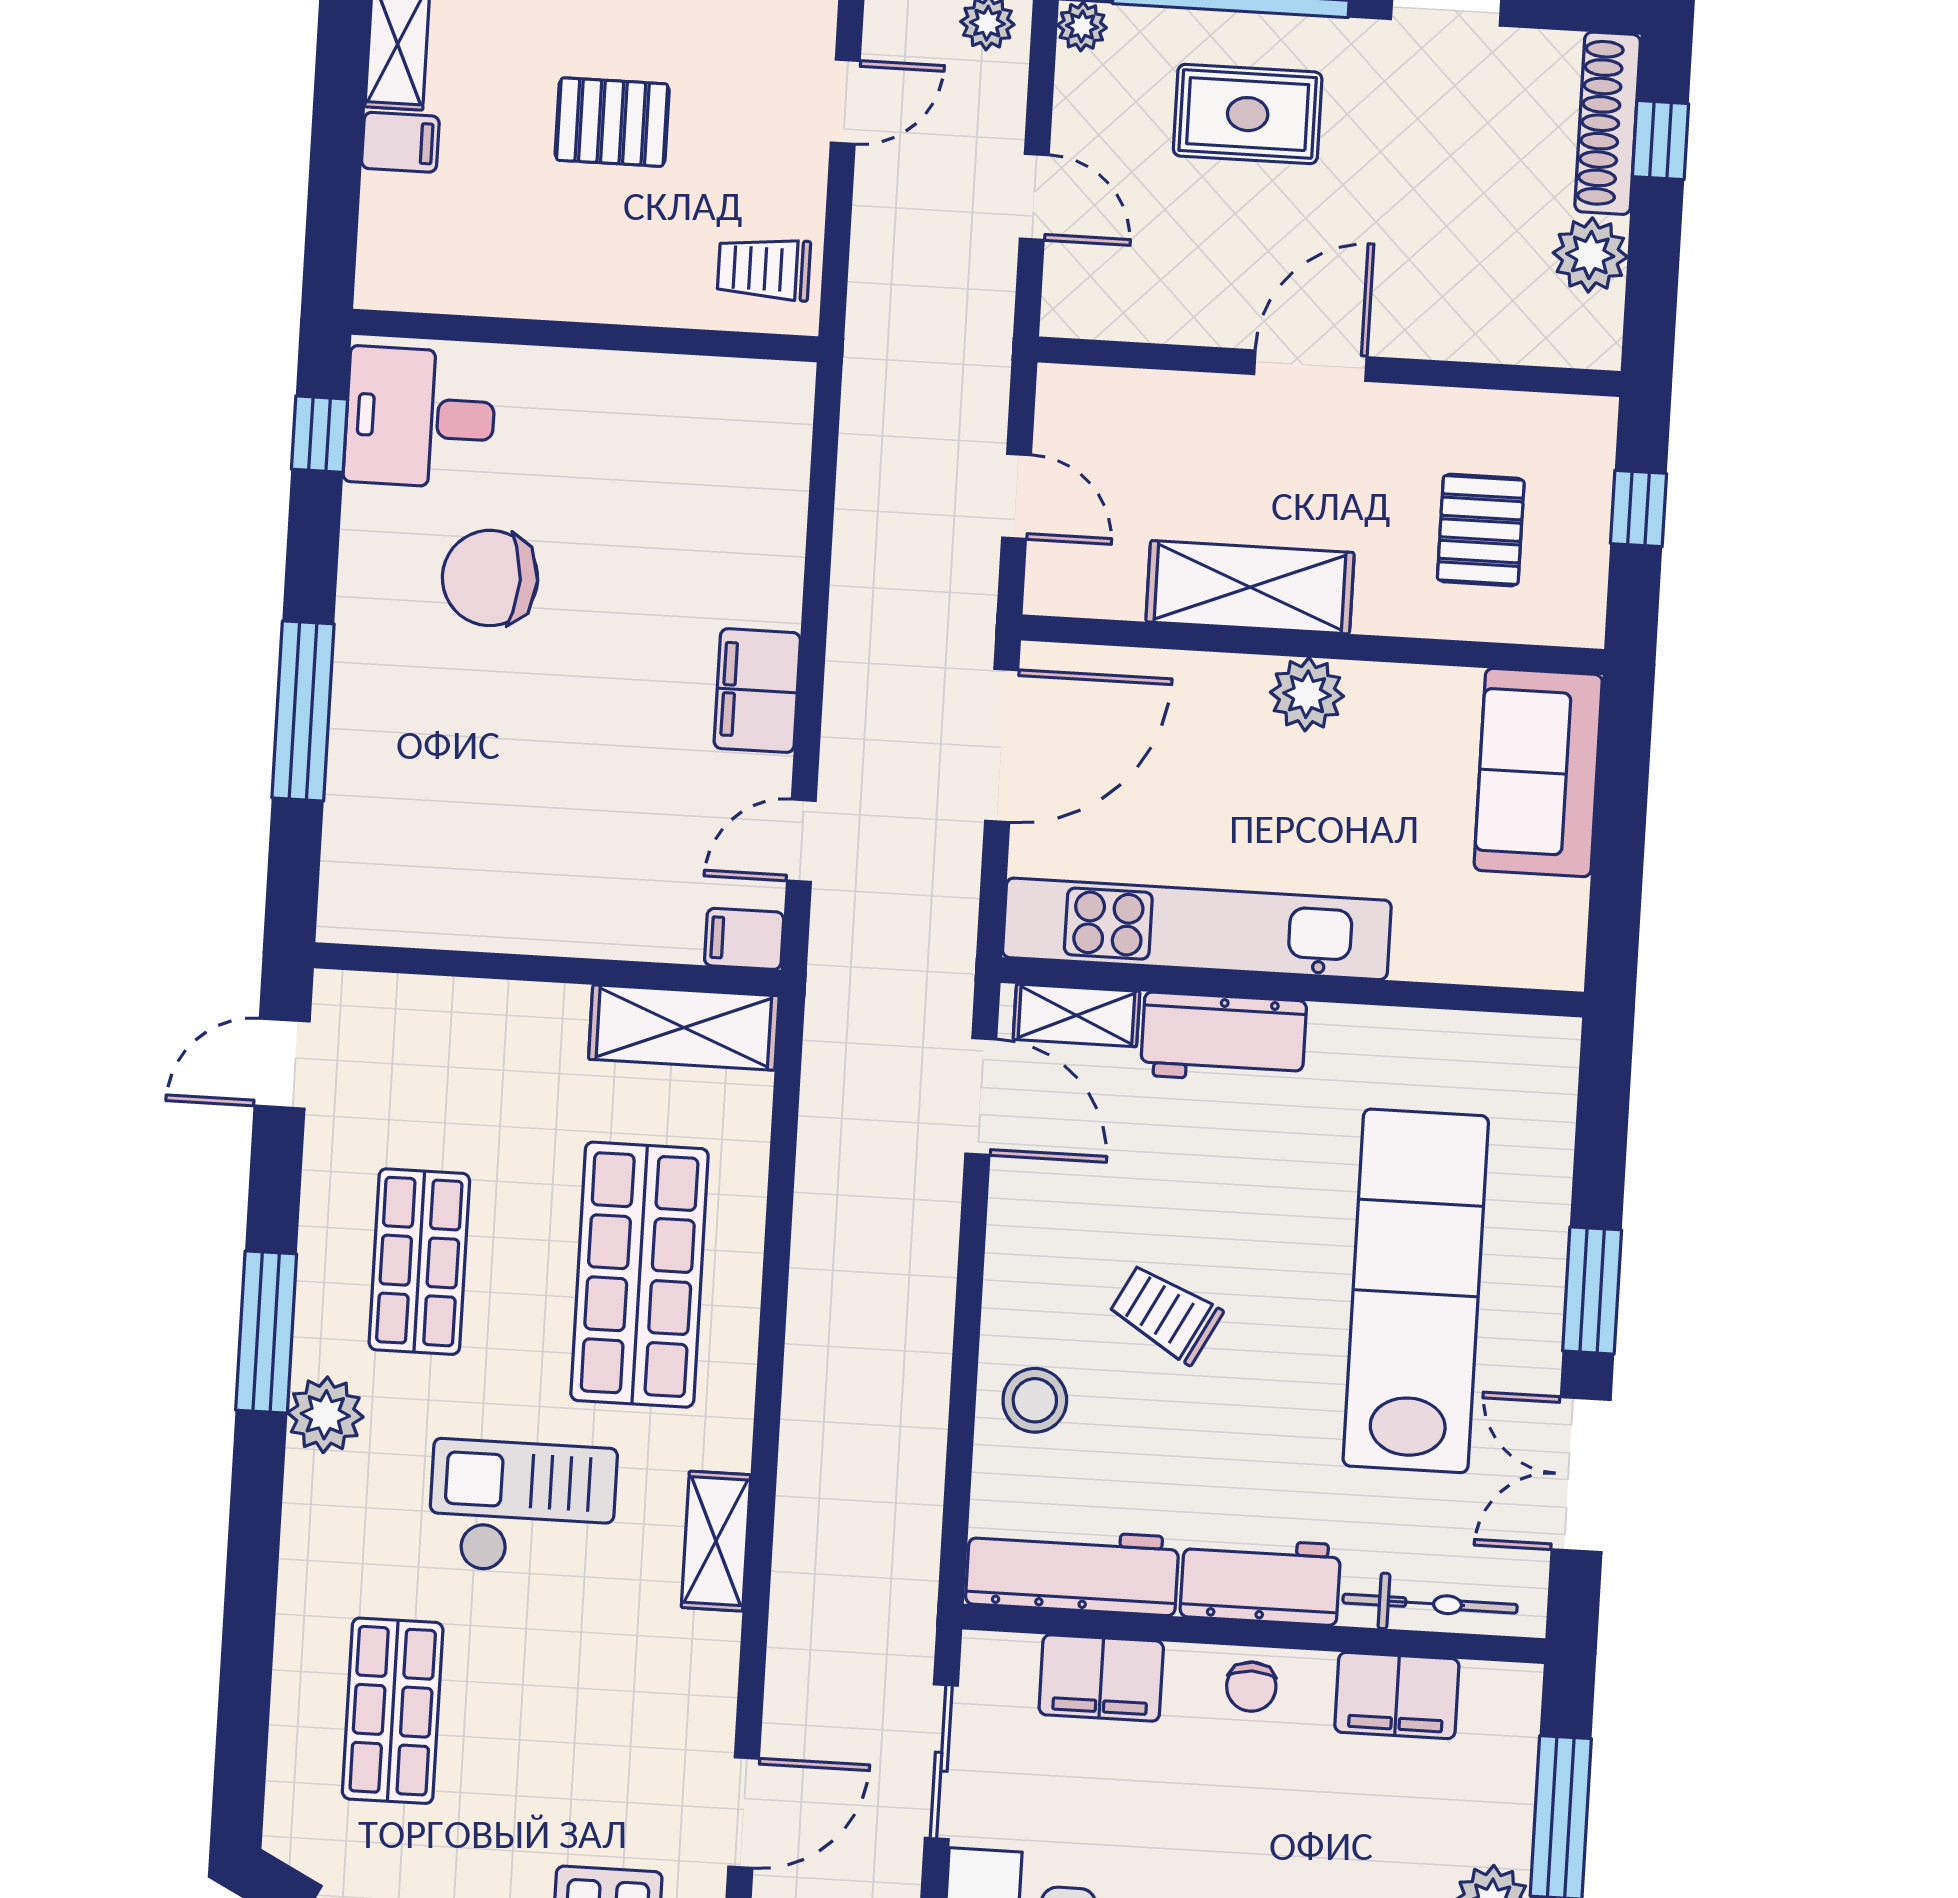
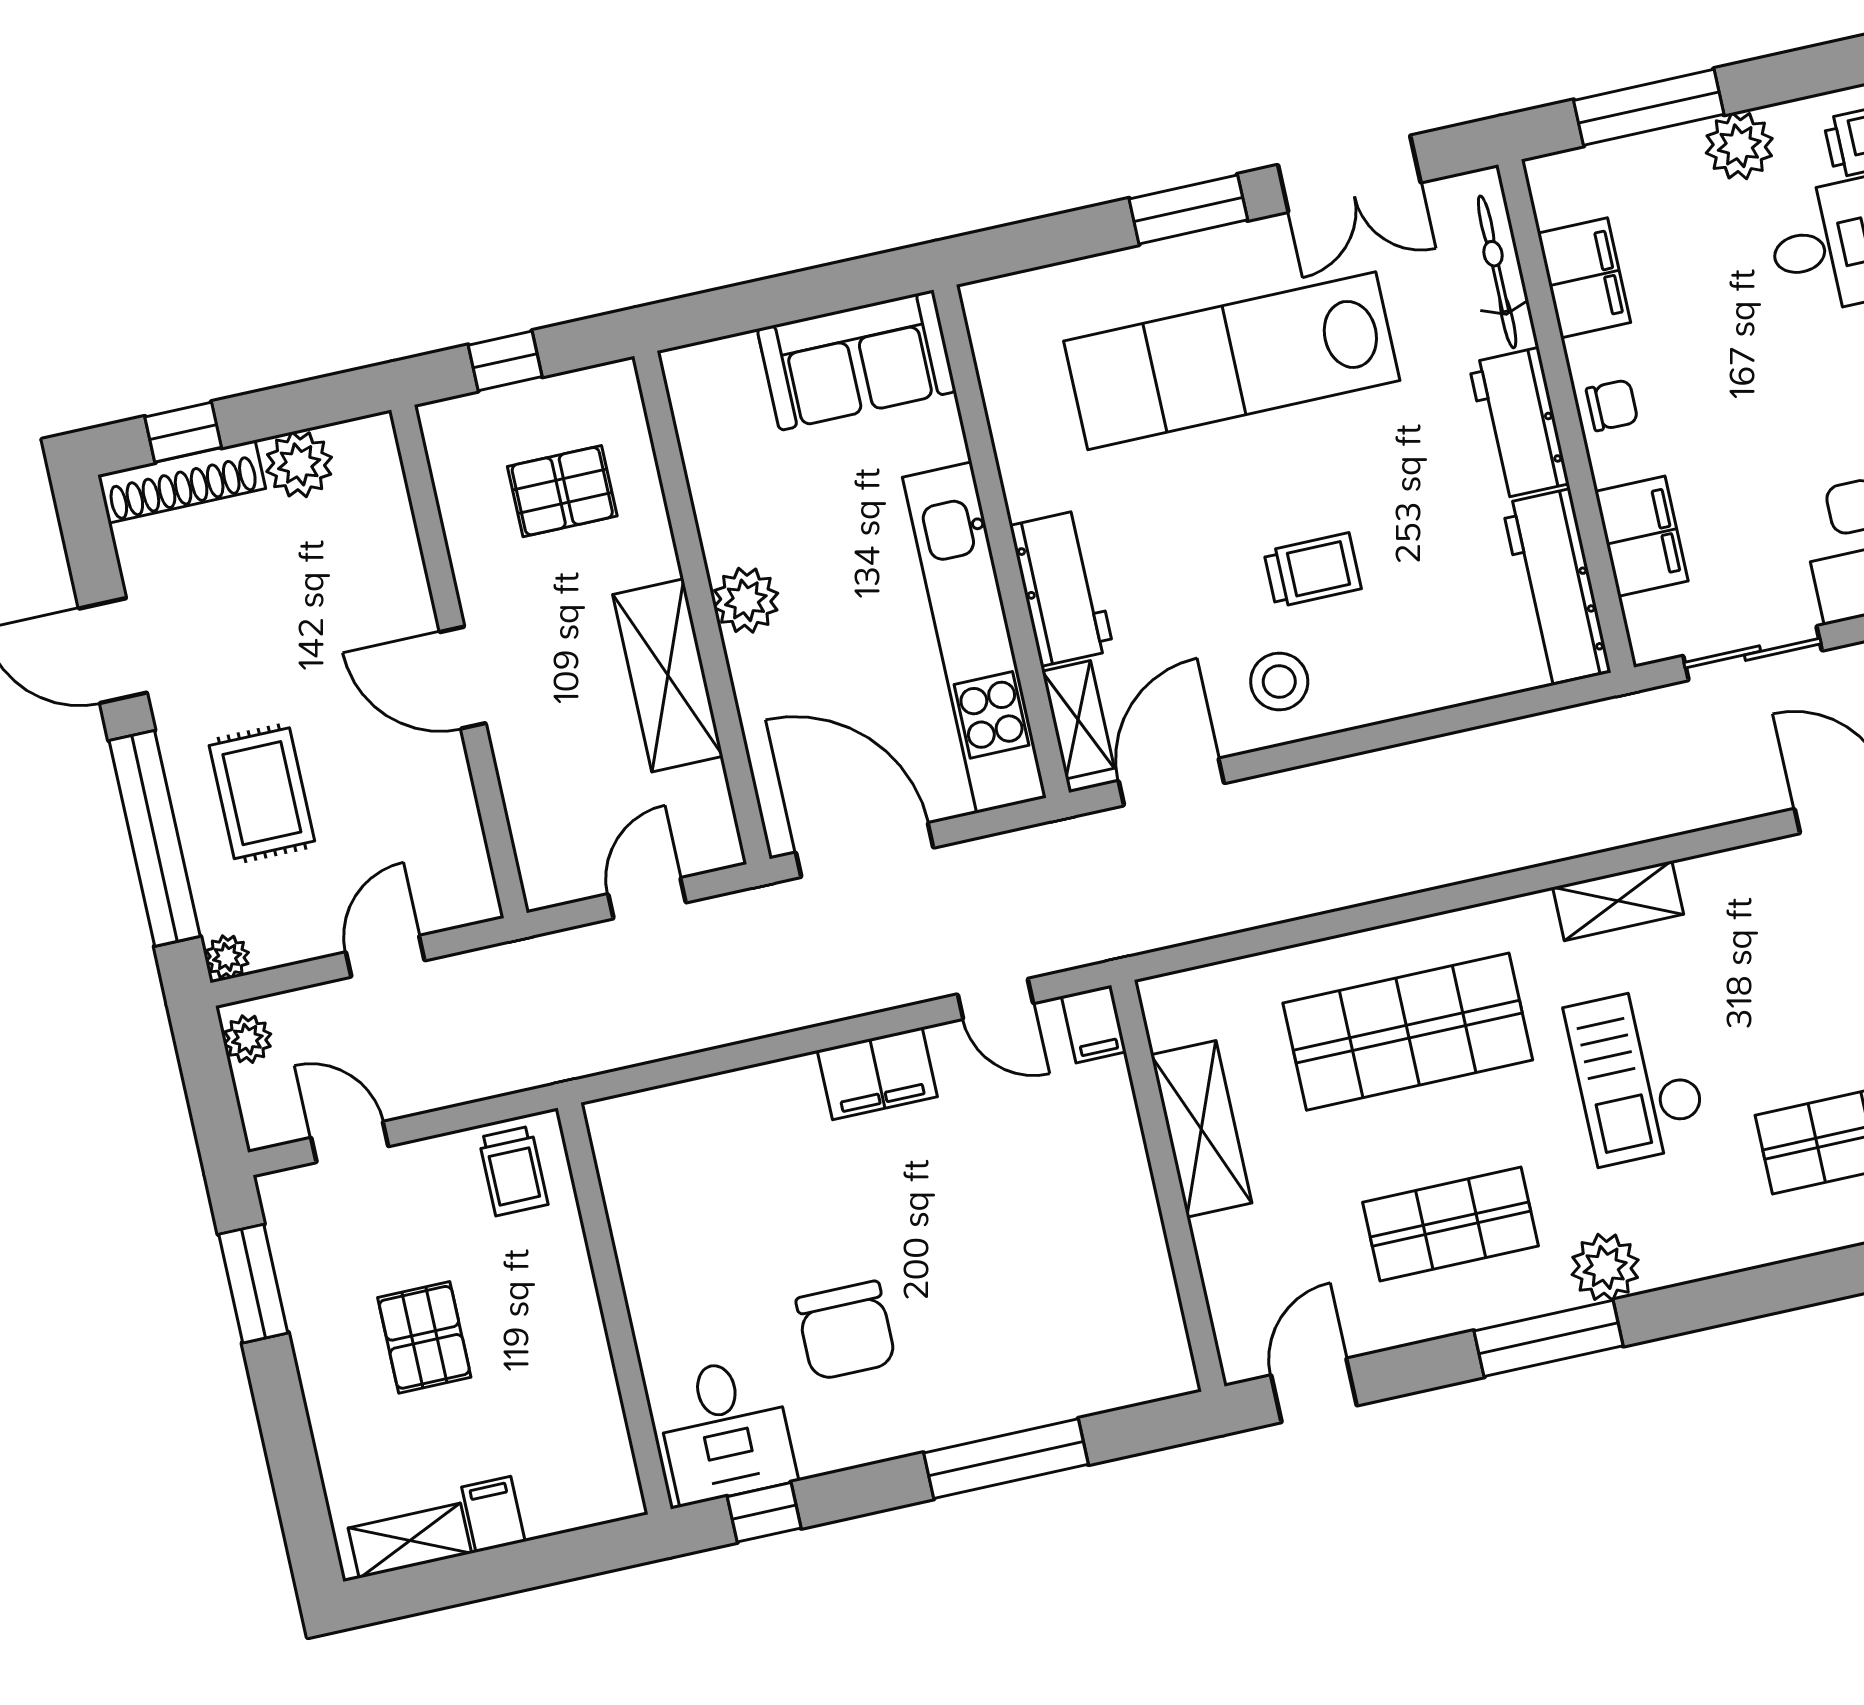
sofa: (1538, 773) -> (857, 360), moved
shelving: (684, 1028) -> (1201, 1129), moved
door: (282, 1064) -> (1314, 1390), swing flipped
trolley: (1166, 1314) -> (1313, 570), turned -118
stool: (1035, 1400) -> (1279, 682), moved

